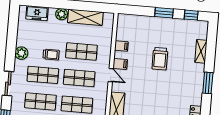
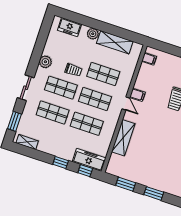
filing cabinet: (121, 46) -> (149, 59), moved

